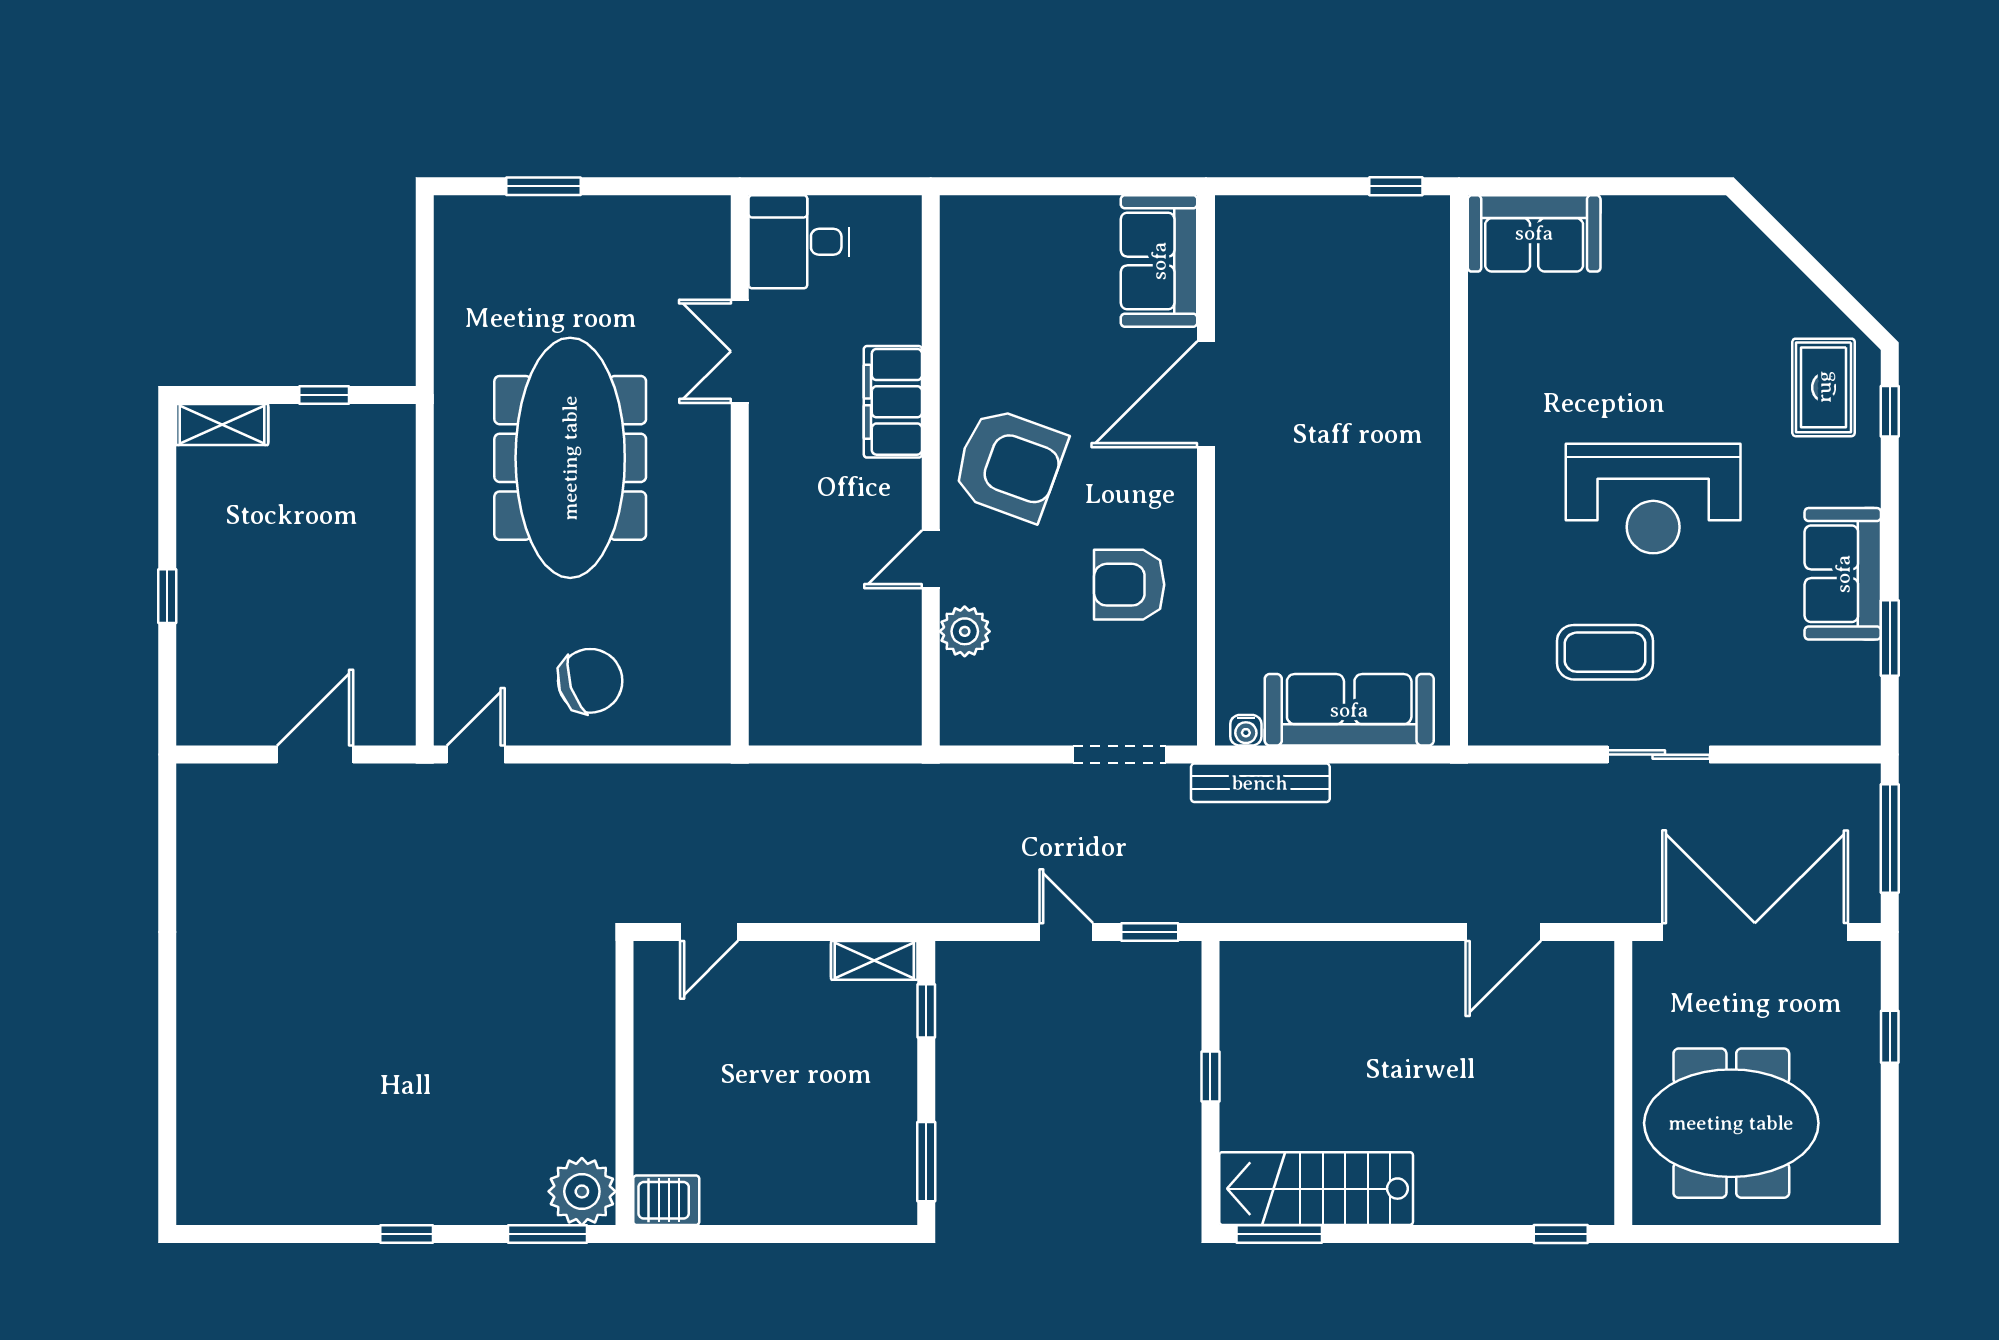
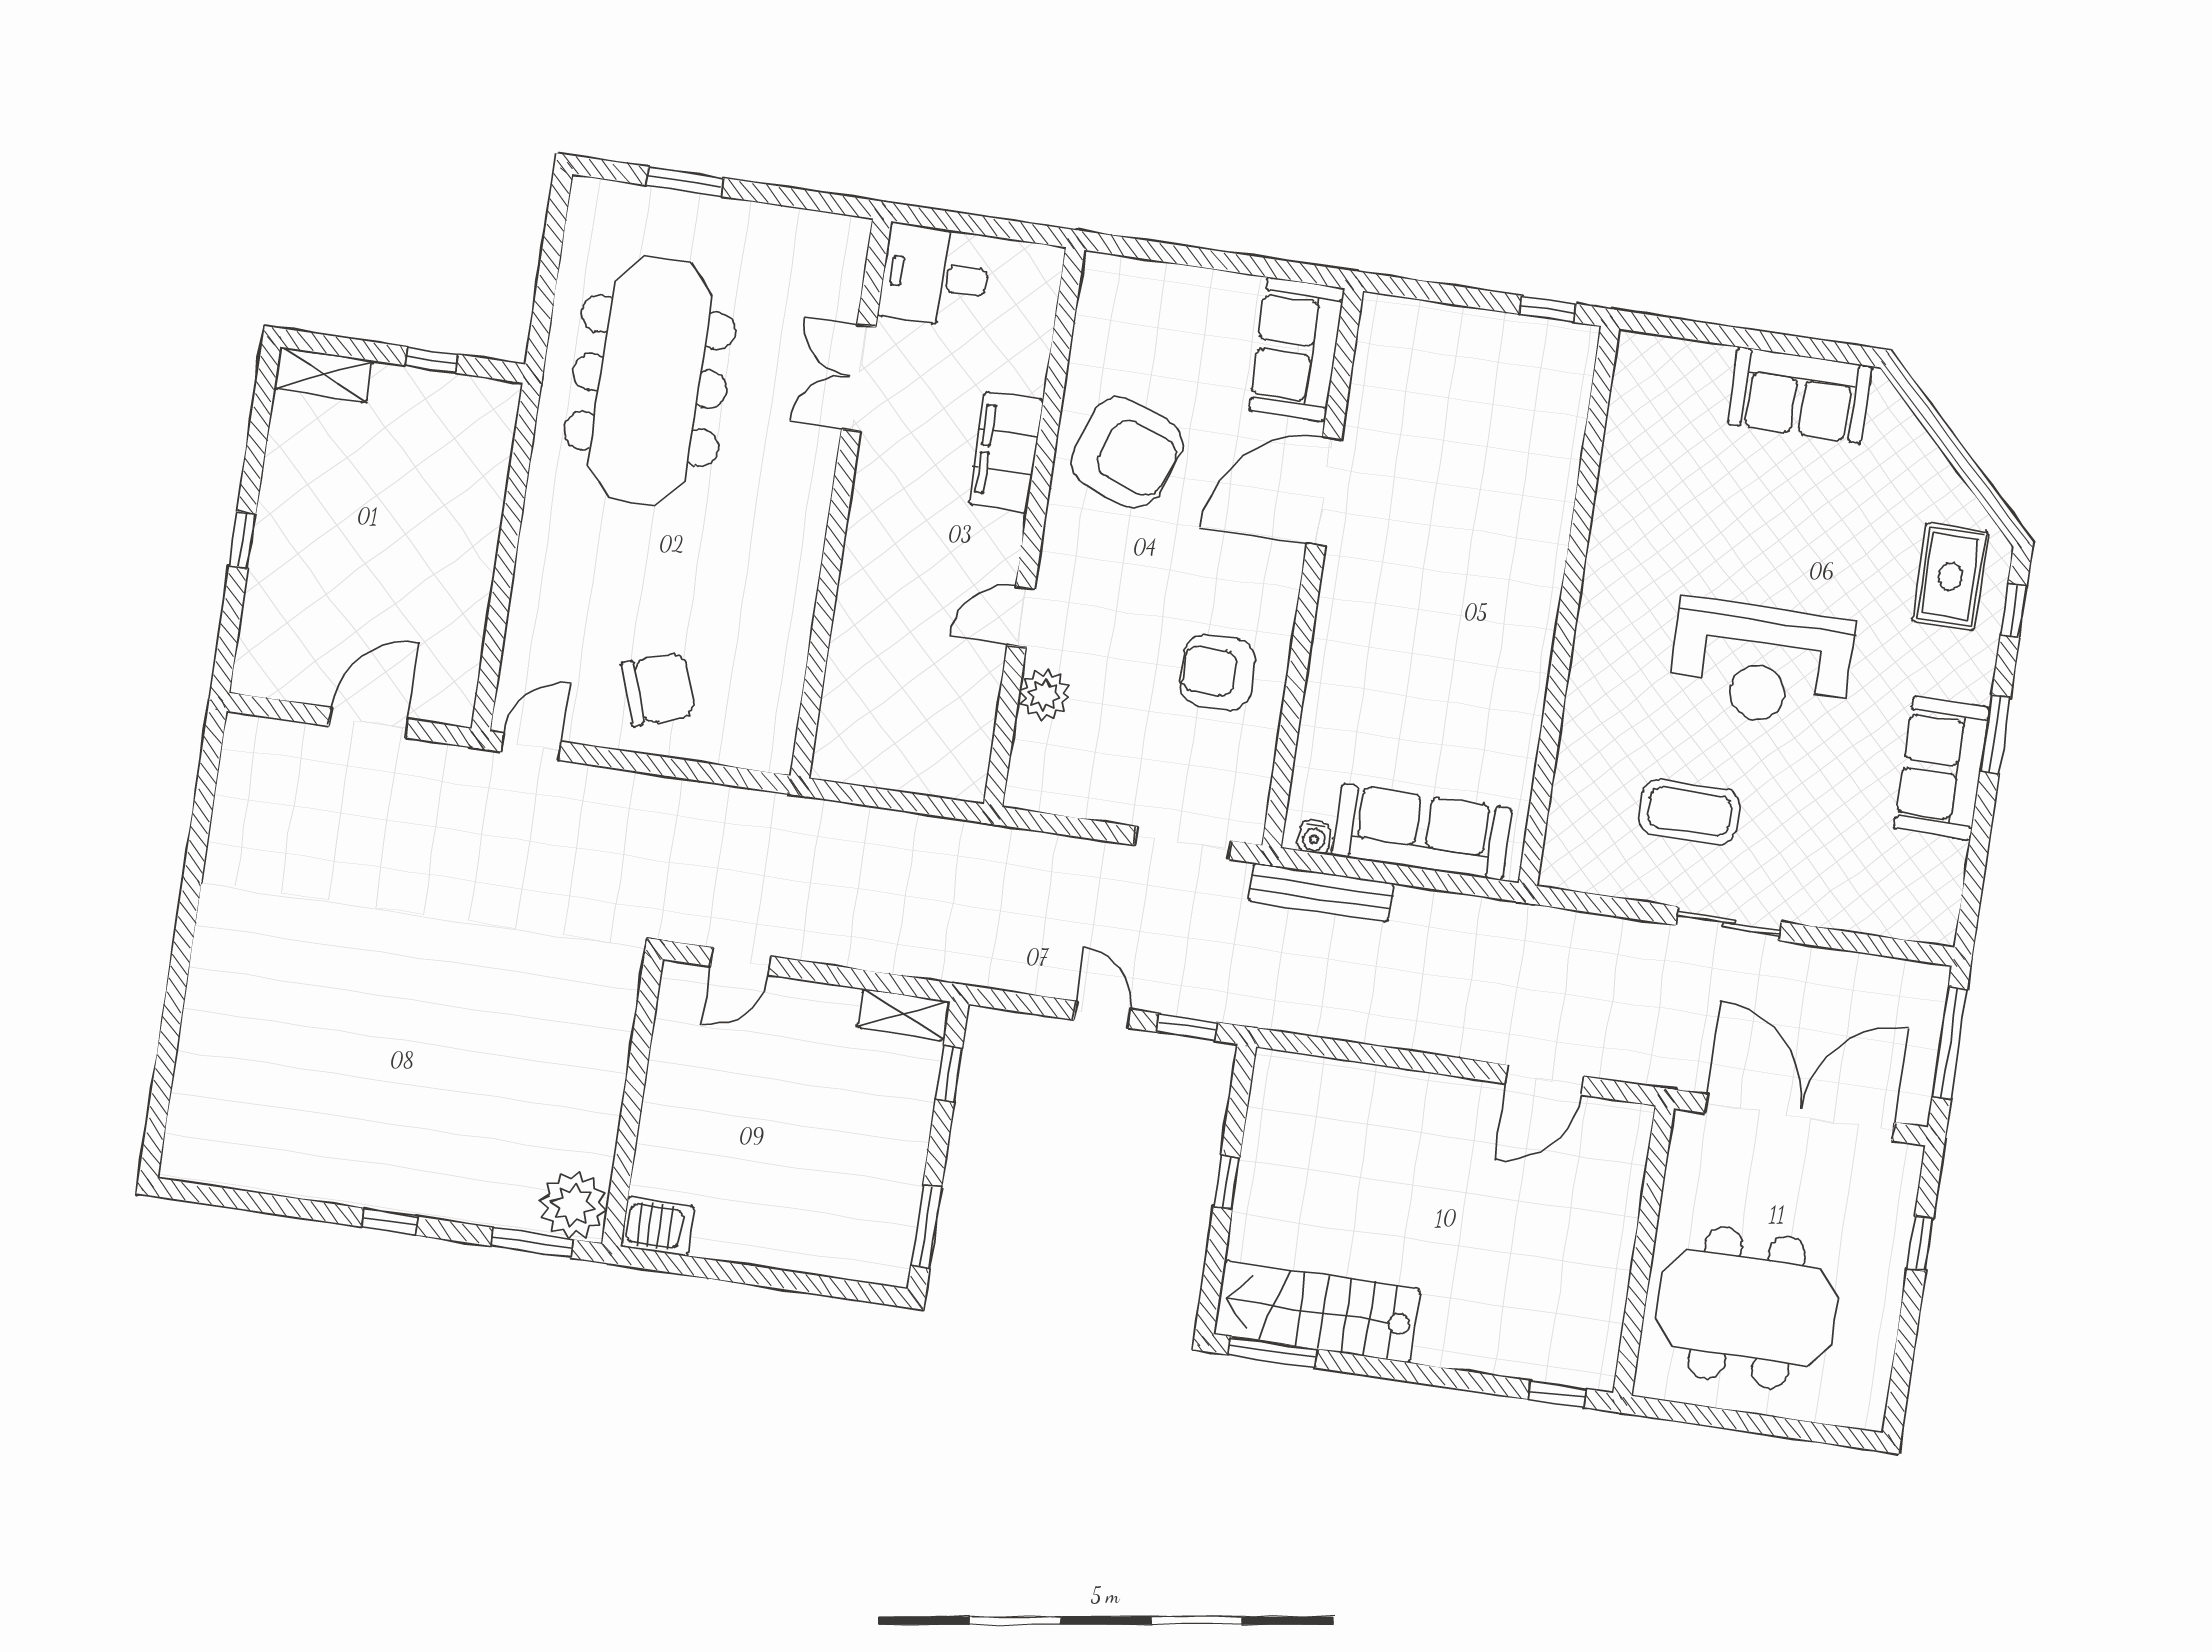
sofa: (1534, 233) -> (1800, 395), moved
meeting table: (570, 458) -> (650, 381), moved
armchair: (1009, 464) -> (1127, 453), moved
window: (1890, 638) -> (1995, 734), moved

